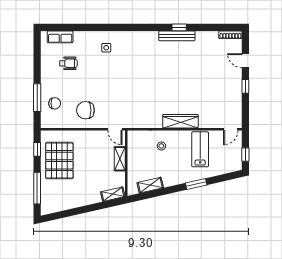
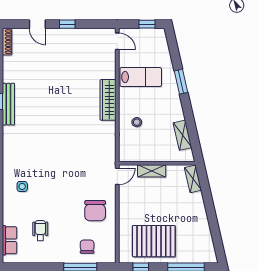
door: (245, 61) -> (37, 24), hinge flipped
lab bench: (200, 149) -> (141, 77), turned 180

